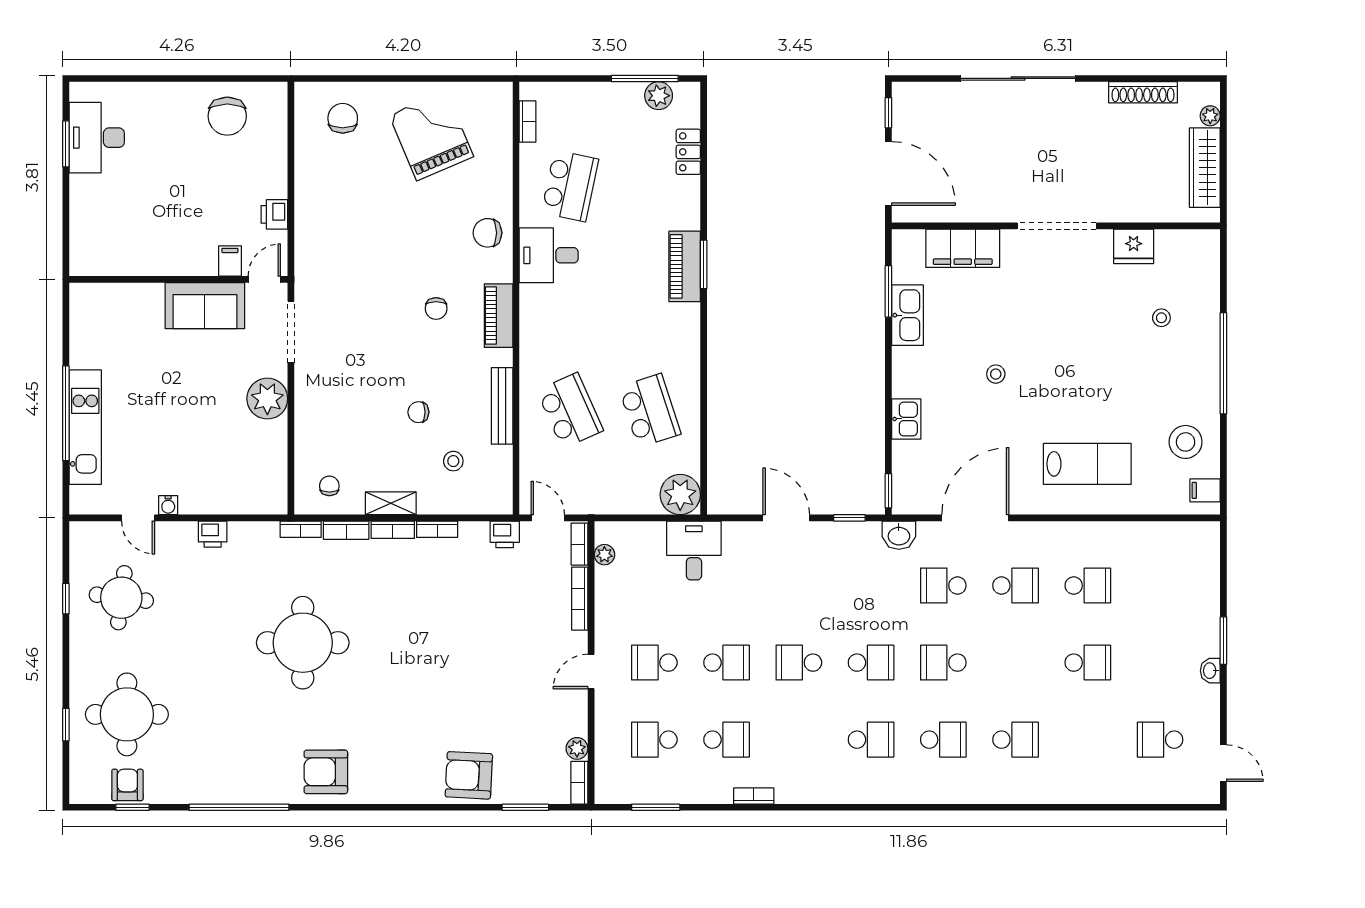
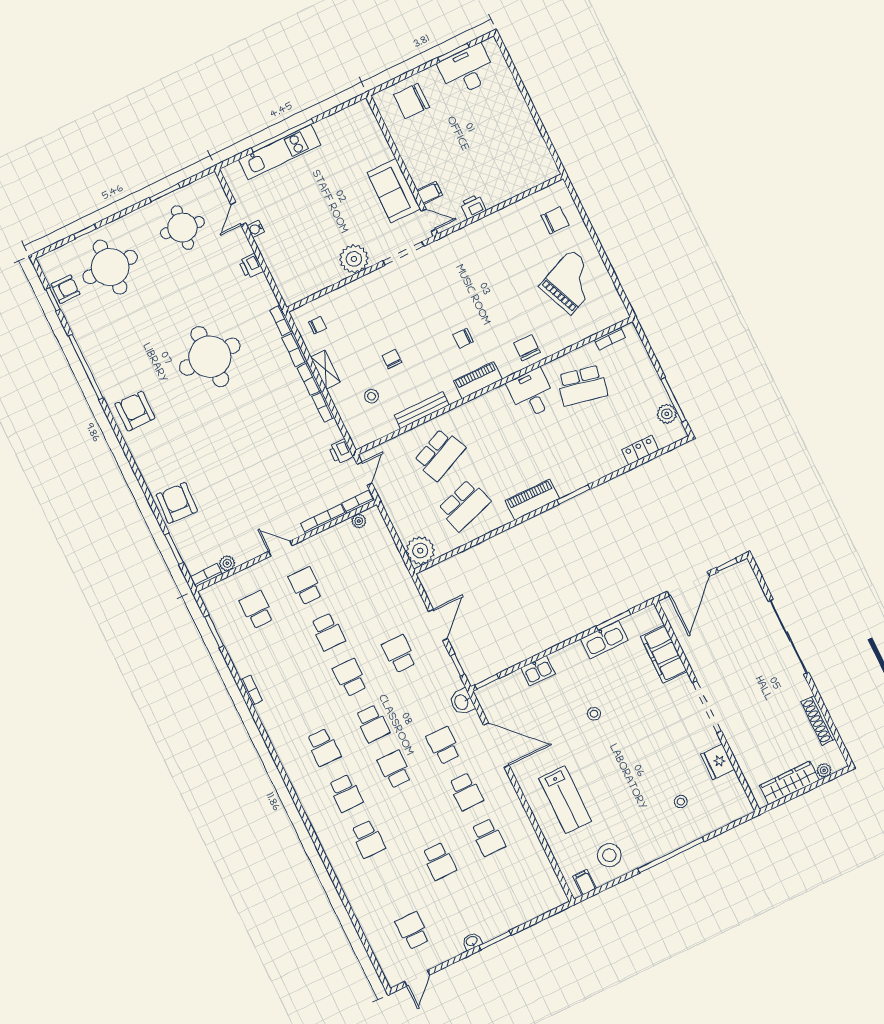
chair: (227, 116) -> (412, 101), moved
piano: (685, 266) -> (532, 500), moved
desk: (694, 551) -> (389, 577), removed
window: (66, 599) -> (165, 193), width x1.50
school desk: (727, 740) -> (399, 654), moved, turned 180

